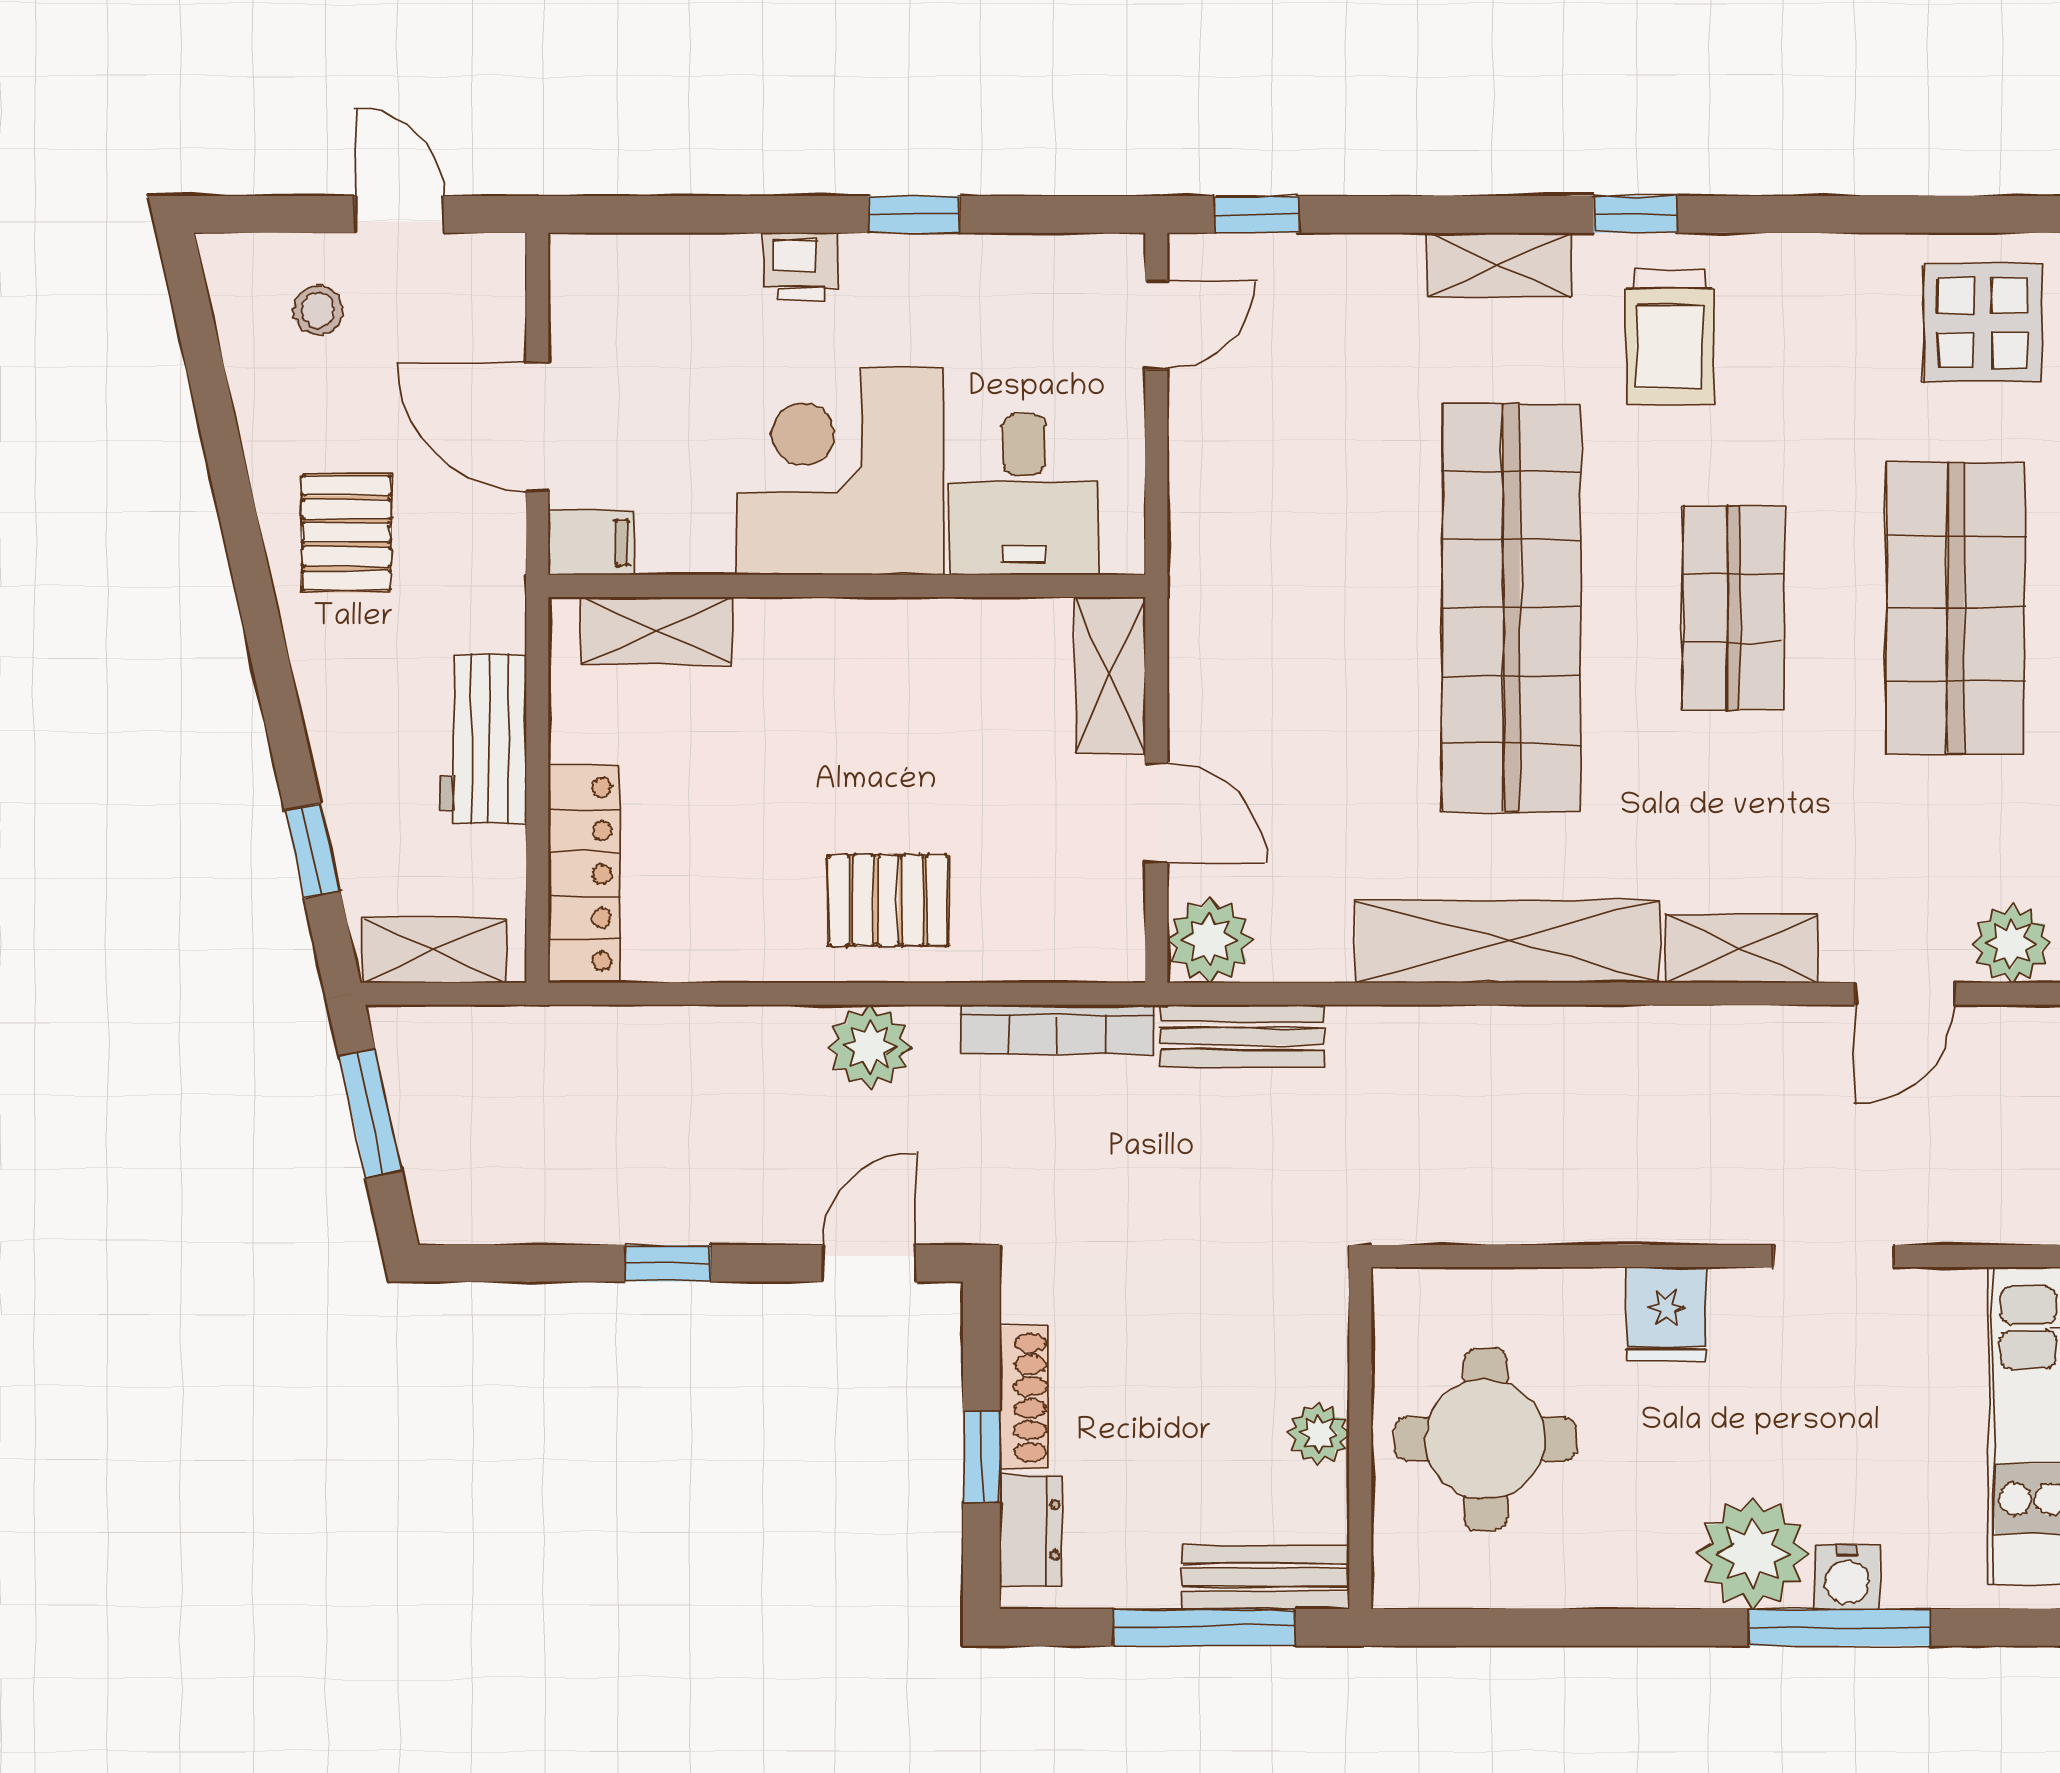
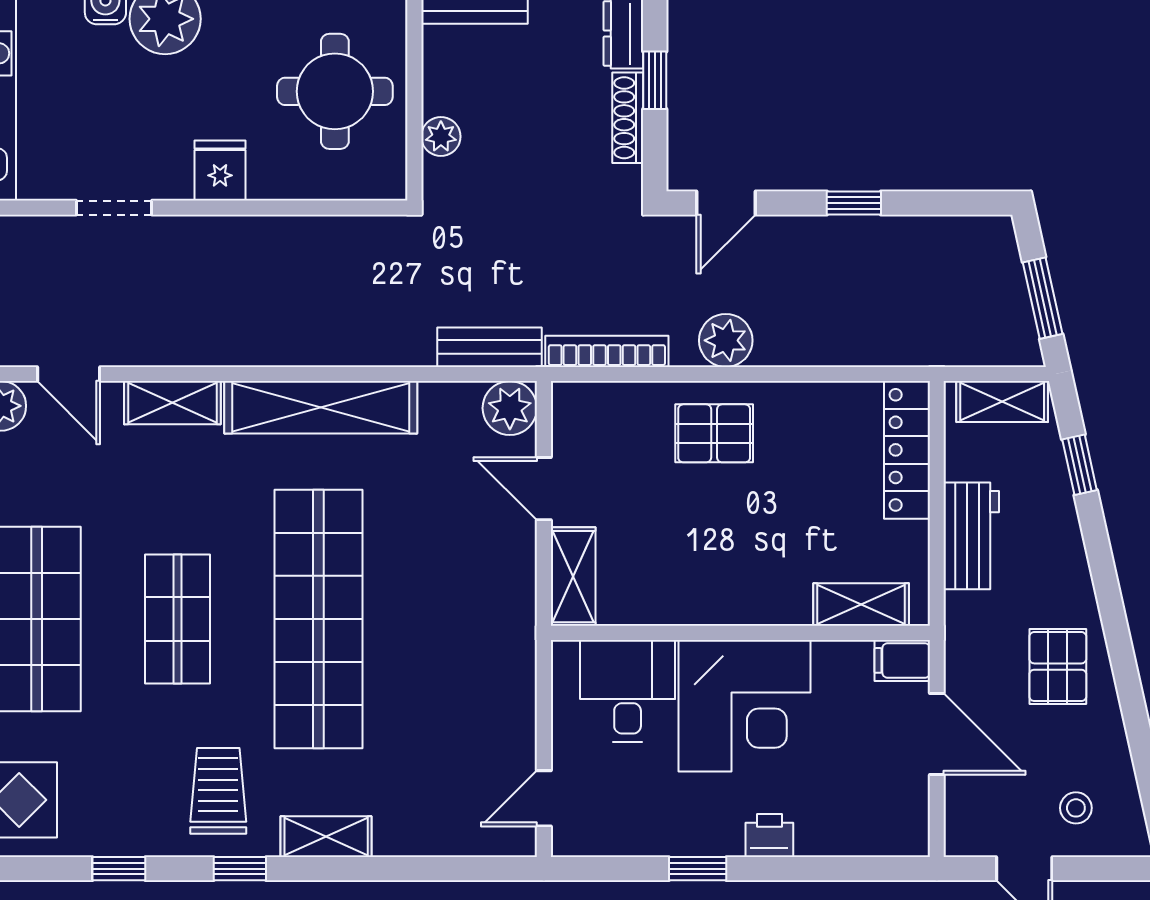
window: (1257, 214) -> (119, 869), moved
door: (1905, 994) -> (69, 374), swing flipped
plant: (1319, 1433) -> (441, 137), moved

